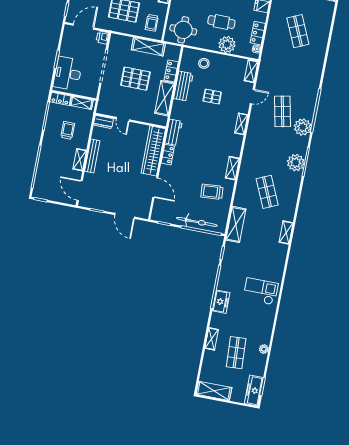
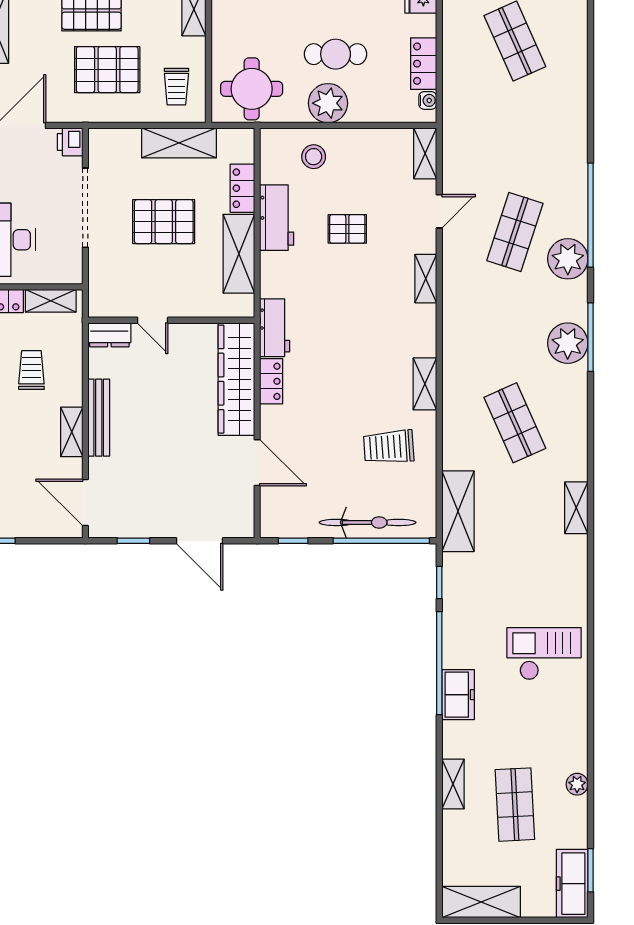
plant: (227, 44) -> (328, 103), moved
shop shelf: (282, 111) -> (515, 232), turned 30

